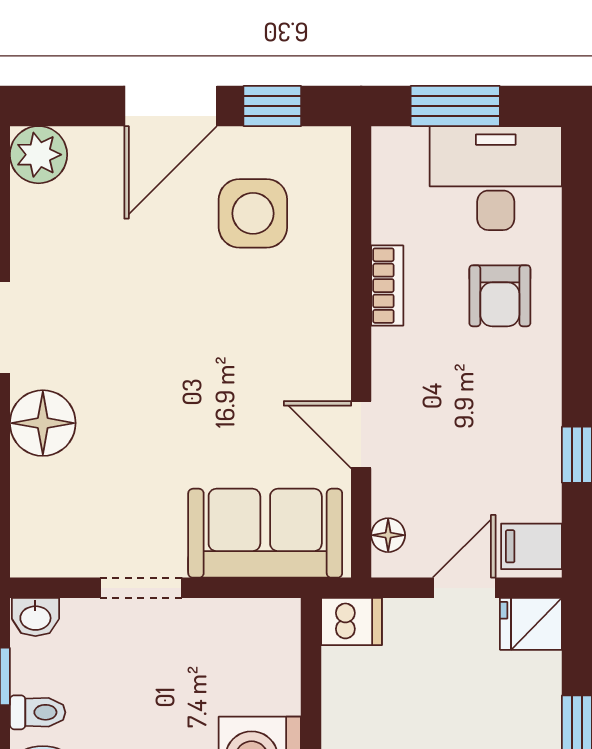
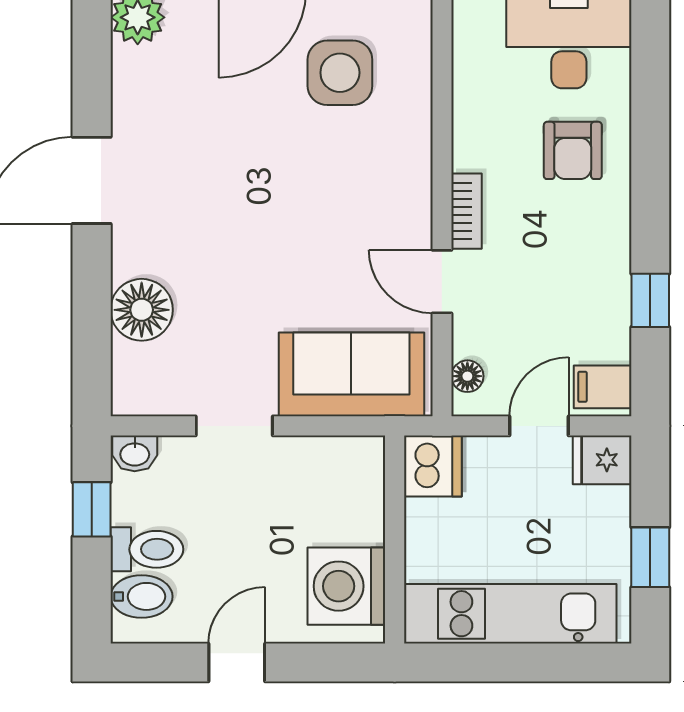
bookcase: (387, 286) -> (467, 211), moved
floor lamp: (43, 423) -> (142, 310), moved
dishwasher: (351, 621) -> (433, 466), width x1.38
toilet: (38, 712) -> (147, 549), width x1.37, depth x1.39

